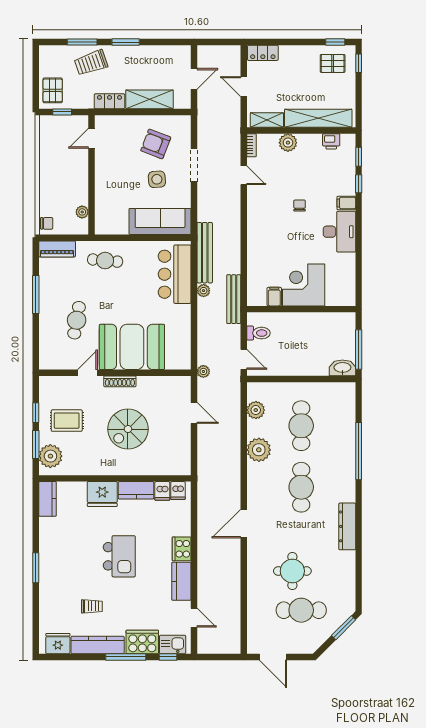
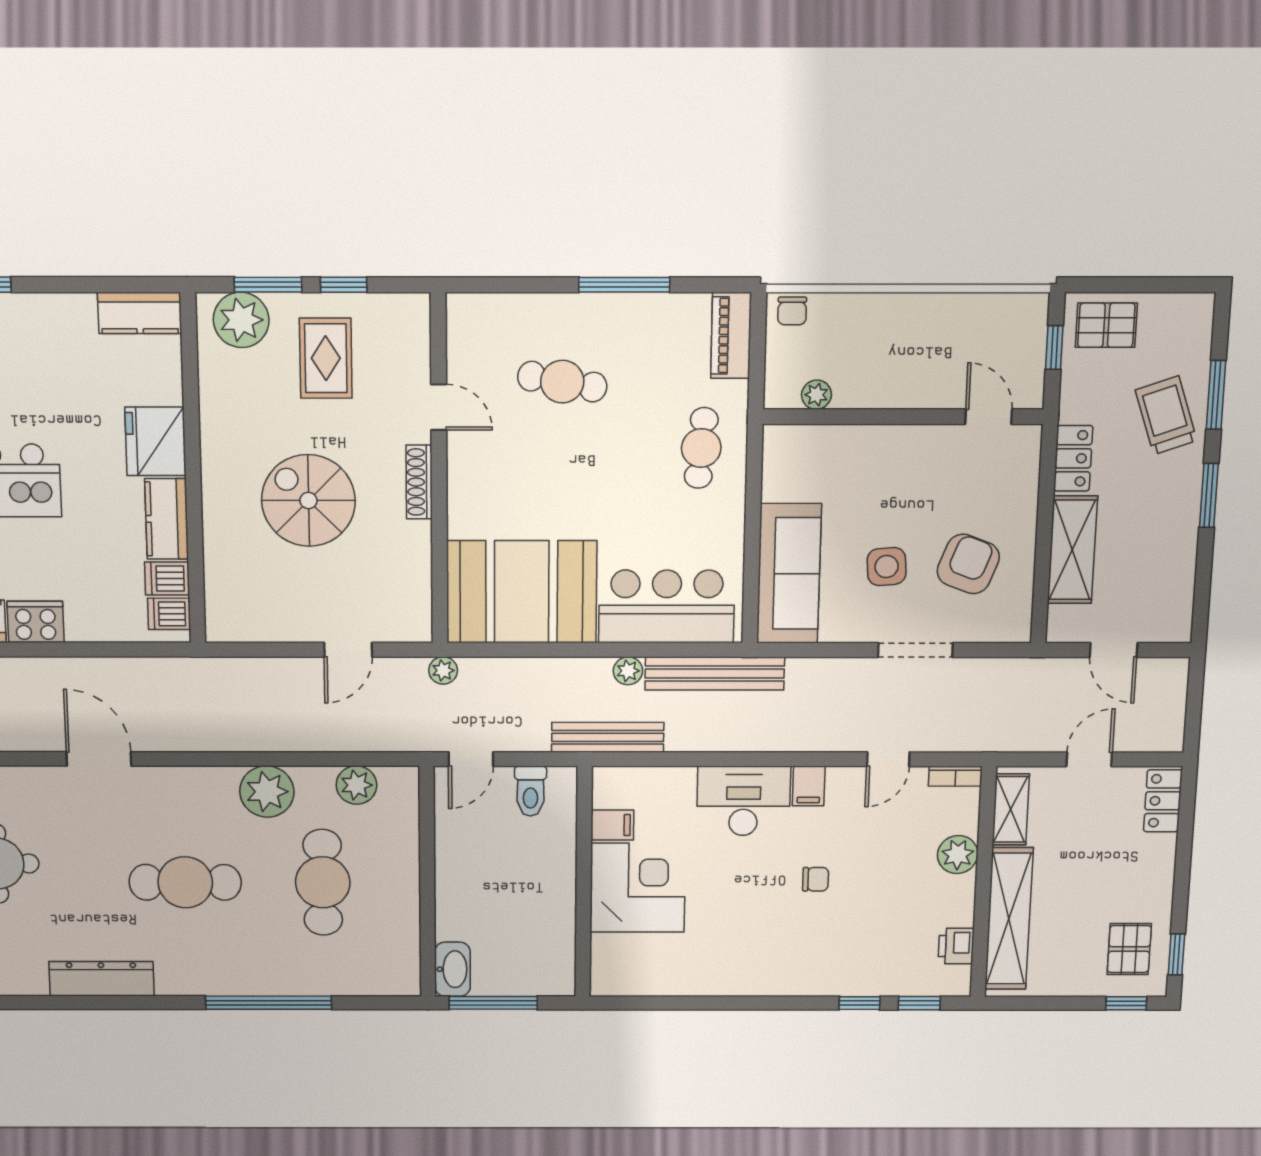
filing cabinet: (346, 203) -> (809, 786), moved, turned 180
desk: (339, 232) -> (743, 801), moved, turned 180
booth: (132, 347) -> (522, 592), moved, turned 90
cafe table: (301, 426) -> (323, 882), turned 90

